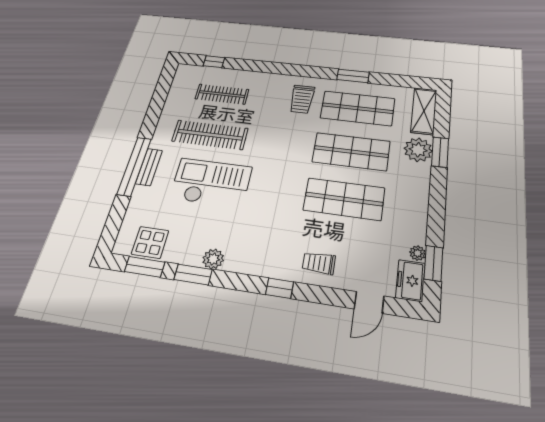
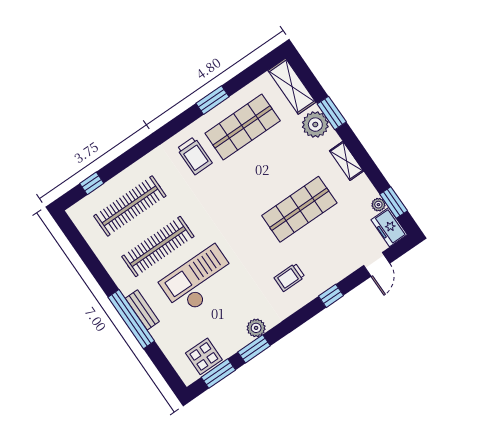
clothes rail: (222, 94) -> (130, 206), width x1.37, depth x1.31
shop shelf: (351, 152) -> (271, 168), removed
shelving: (420, 196) -> (346, 161), added
trolley: (319, 263) -> (289, 277), moved
window: (280, 288) -> (331, 296), moved

